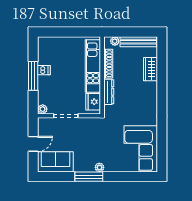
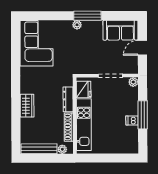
wardrobe: (150, 69) -> (27, 106), moved

